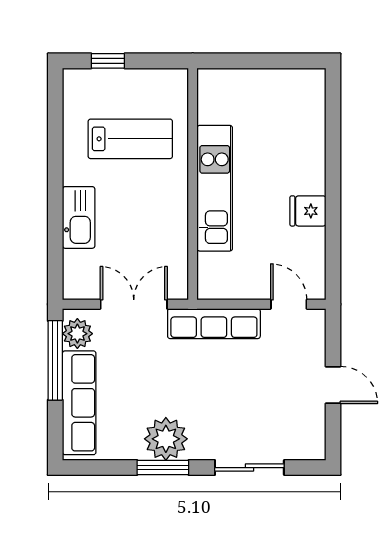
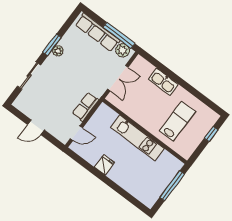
window: (254, 61) -> (172, 186), added
lab bench: (130, 139) -> (177, 121), turned 180
row of seats: (214, 324) -> (86, 107), width x0.68
plant: (166, 439) -> (58, 51), width x0.53, depth x0.53

